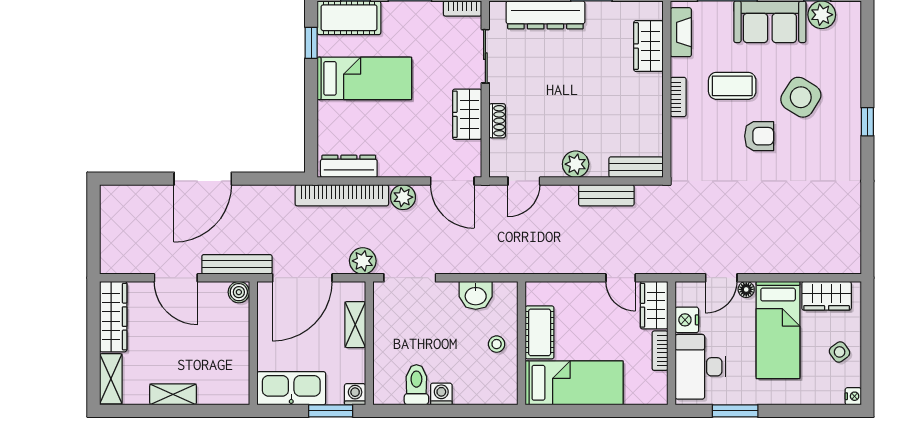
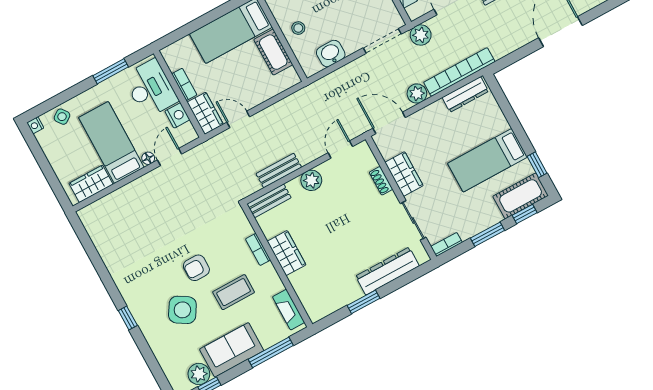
wardrobe: (648, 46) -> (287, 253), moved
bookcase: (678, 97) -> (258, 249), moved
side table: (840, 352) -> (62, 117), moved

